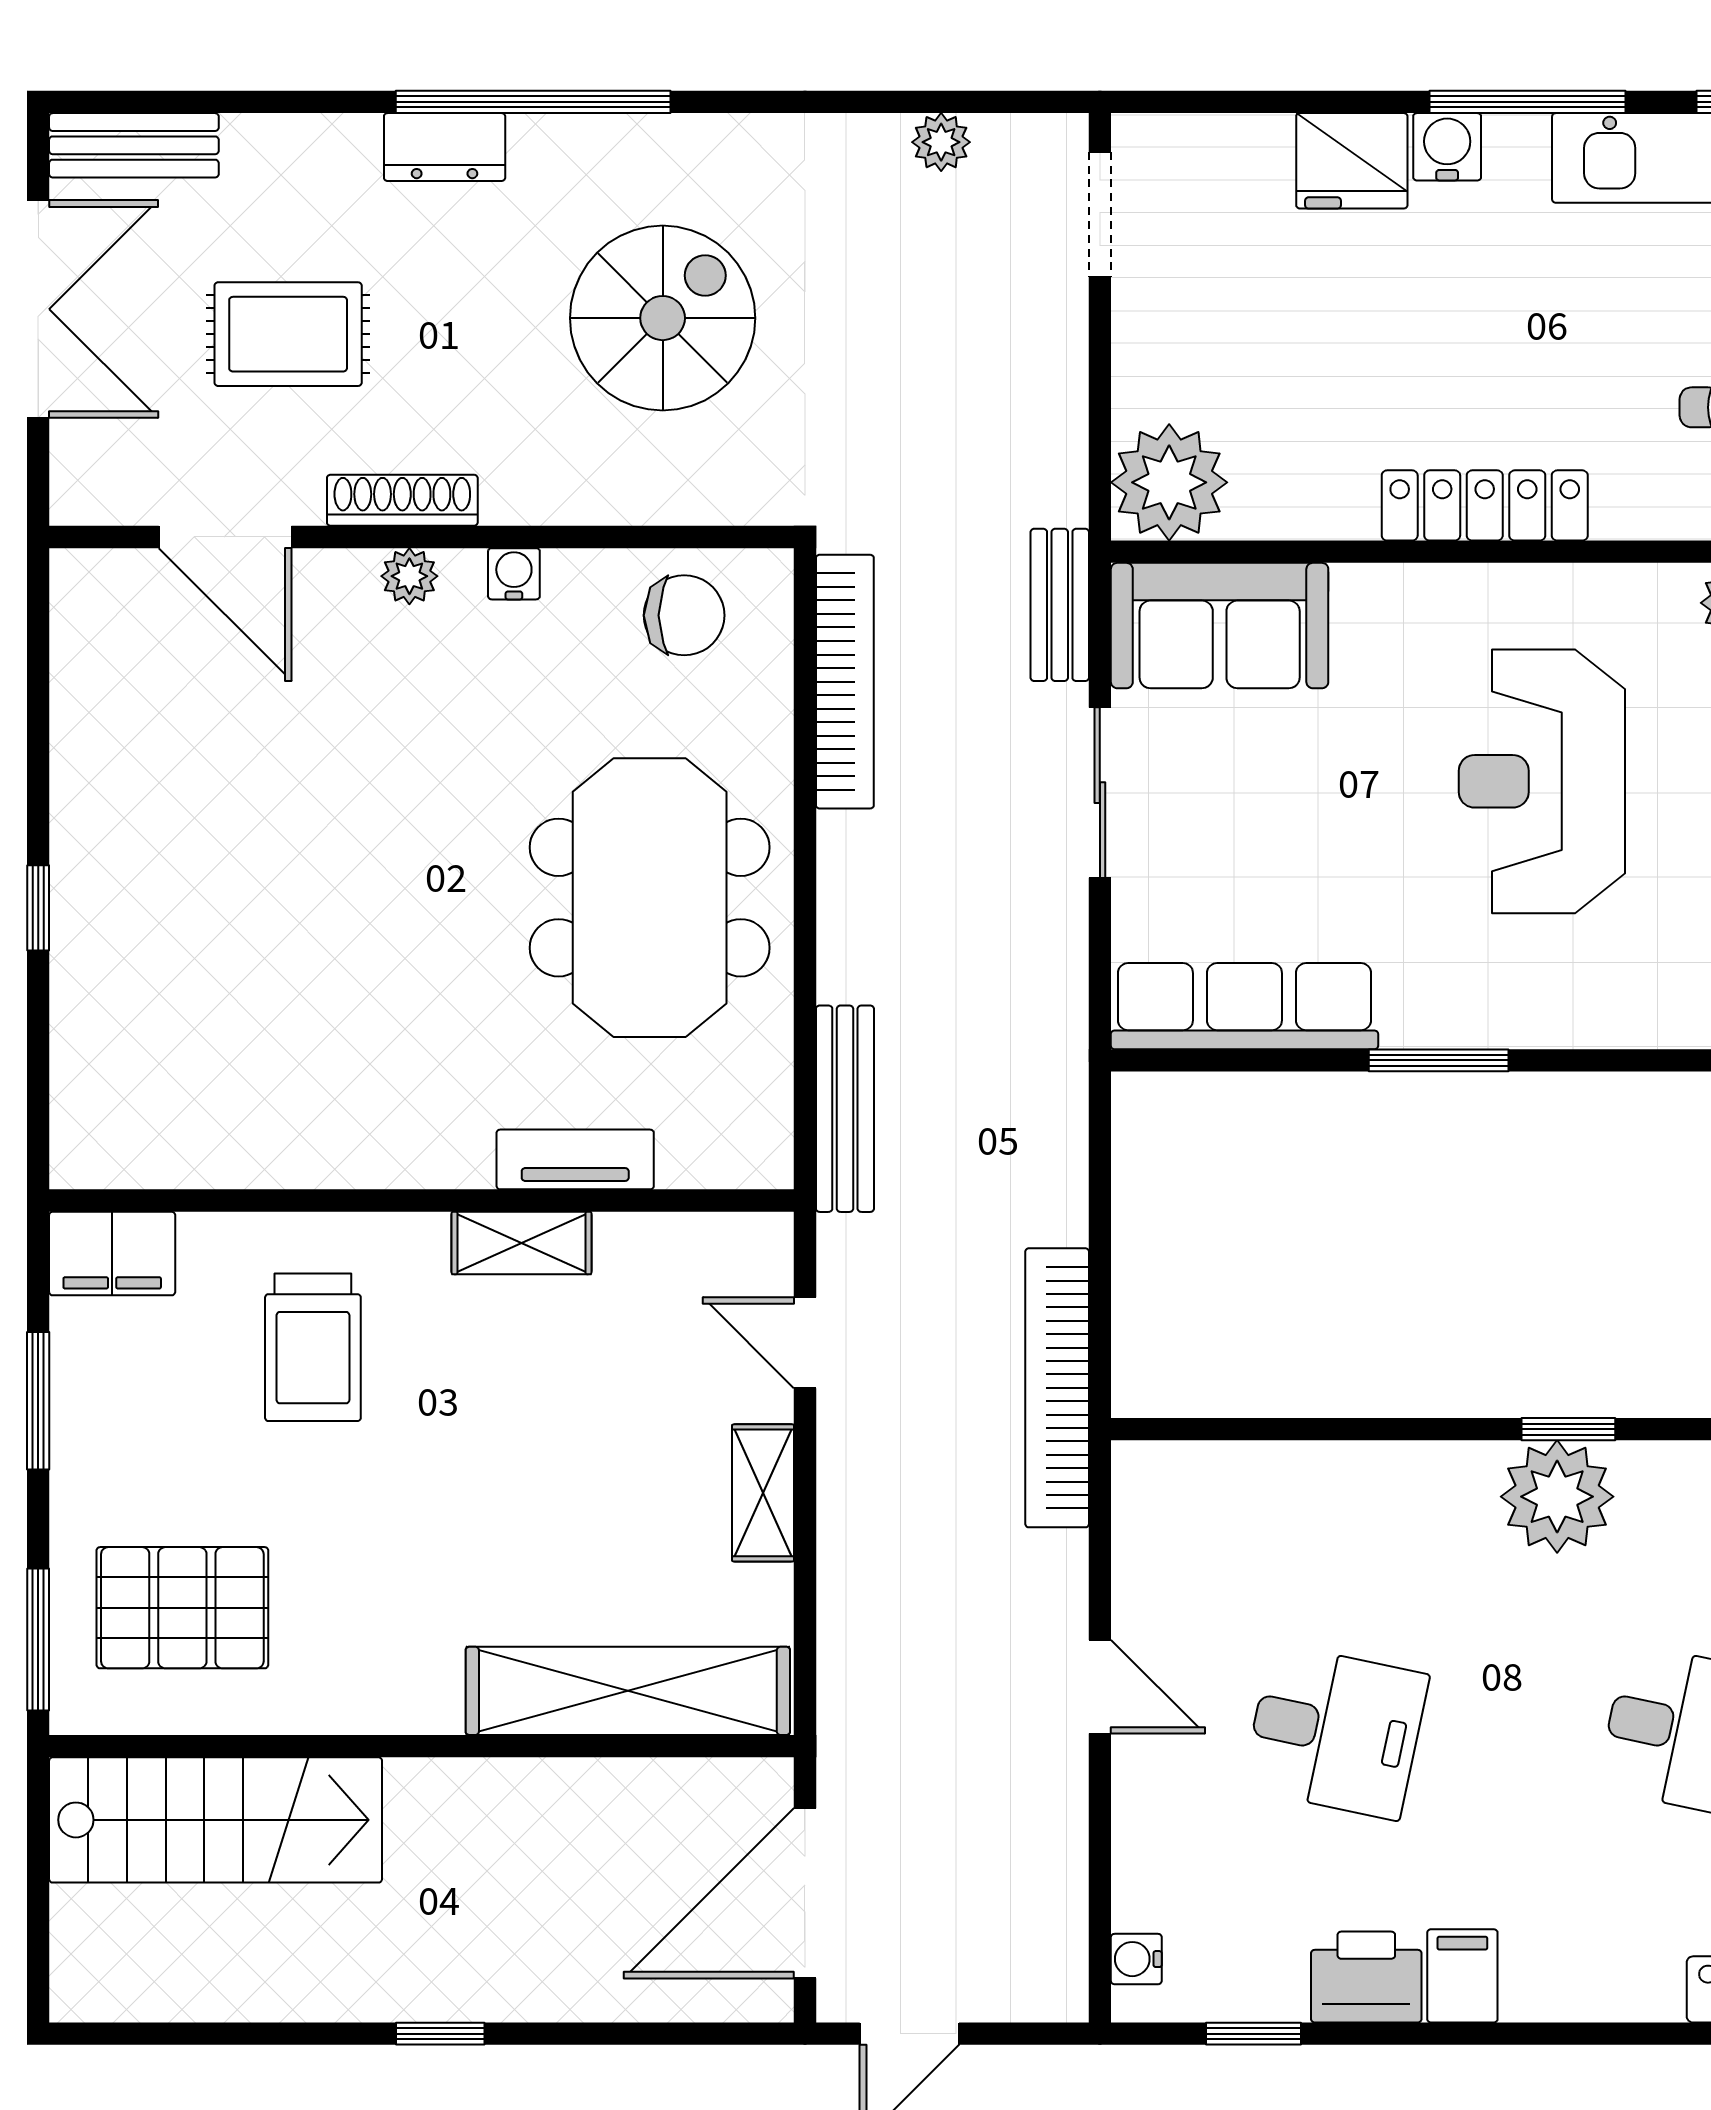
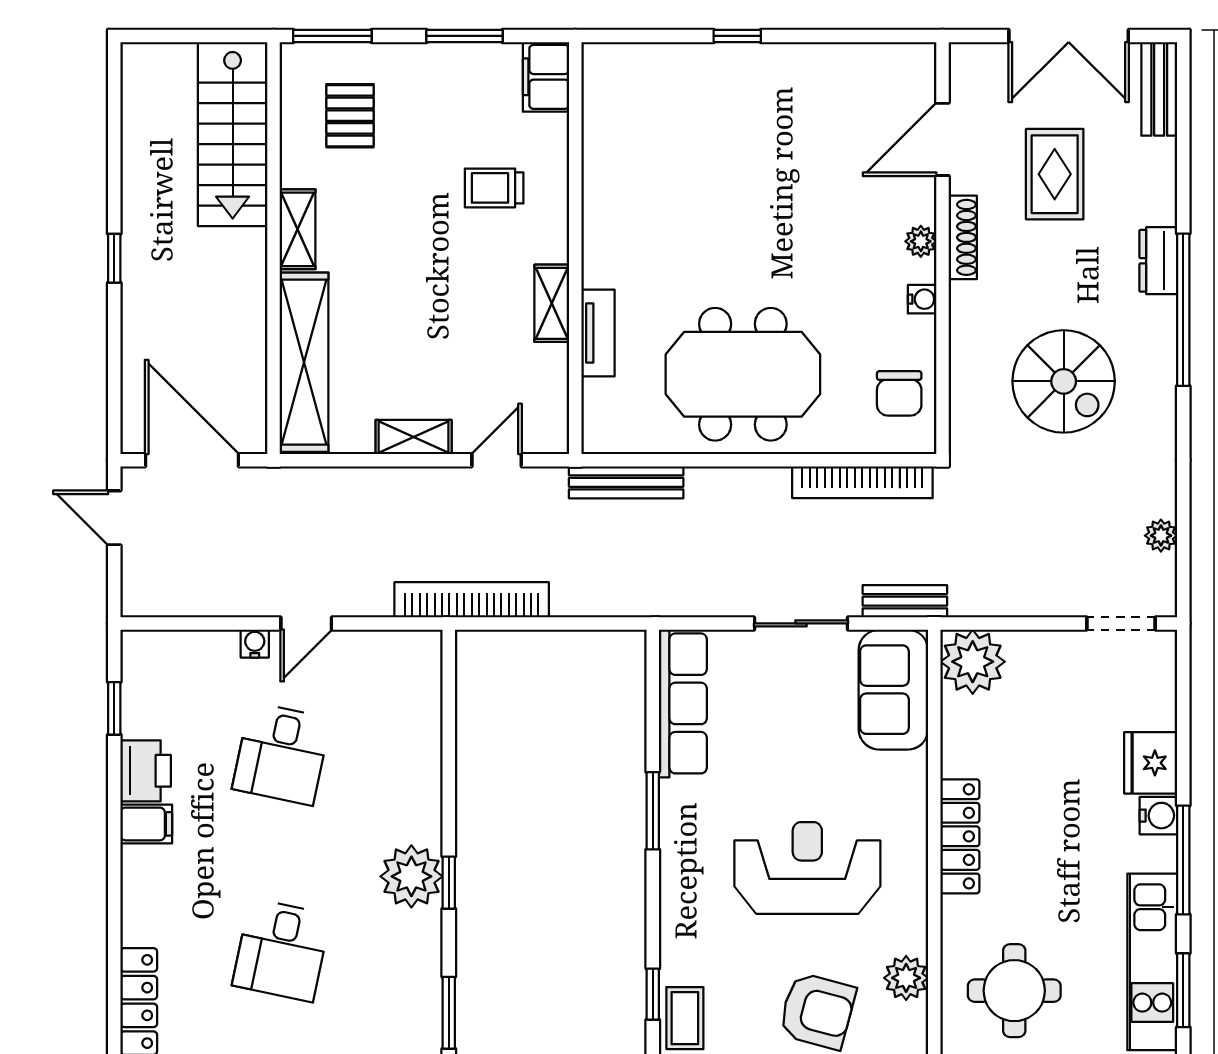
trolley: (313, 1347) -> (494, 188), width x0.73, depth x0.72
pallet: (182, 1608) -> (350, 116), width x0.67, depth x0.71
shelving: (388, 1703) -> (297, 229), added
water cooler: (1136, 1959) -> (255, 644), moved

